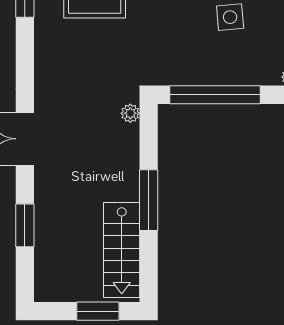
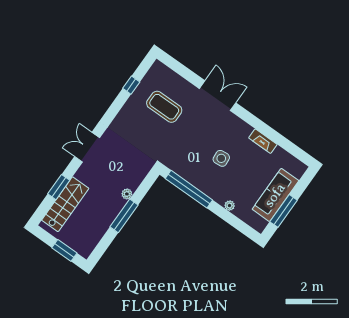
plant: (130, 113) -> (127, 194), moved
stairs: (122, 250) -> (65, 204), moved, turned 180

